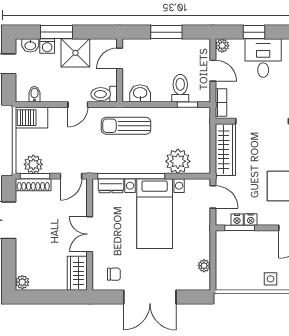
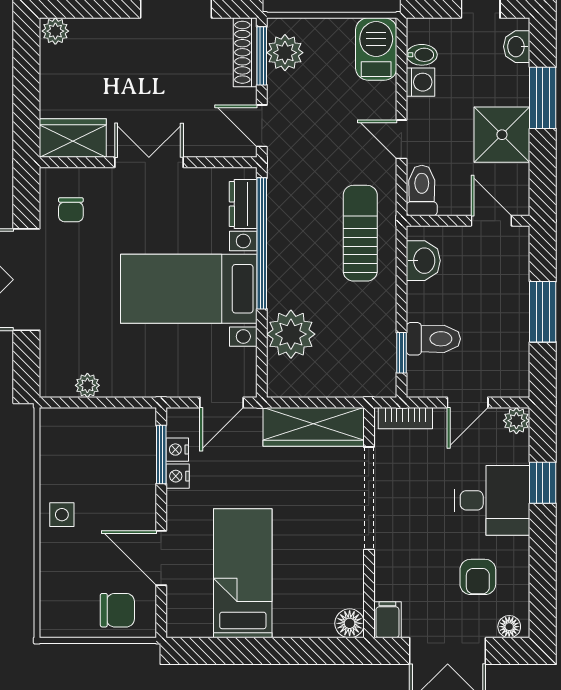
washing machine: (47, 46) -> (421, 82), moved, turned 180

